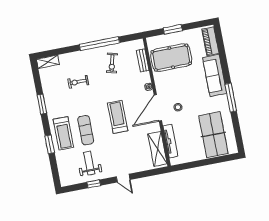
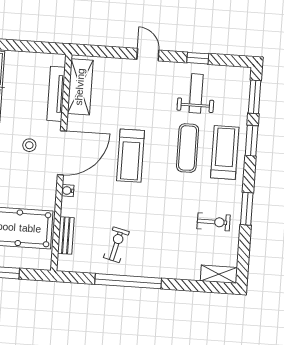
exercise bike: (78, 82) -> (214, 222), moved
weight bench: (89, 163) -> (196, 93), turned 180
window: (55, 170) -> (255, 97), added

